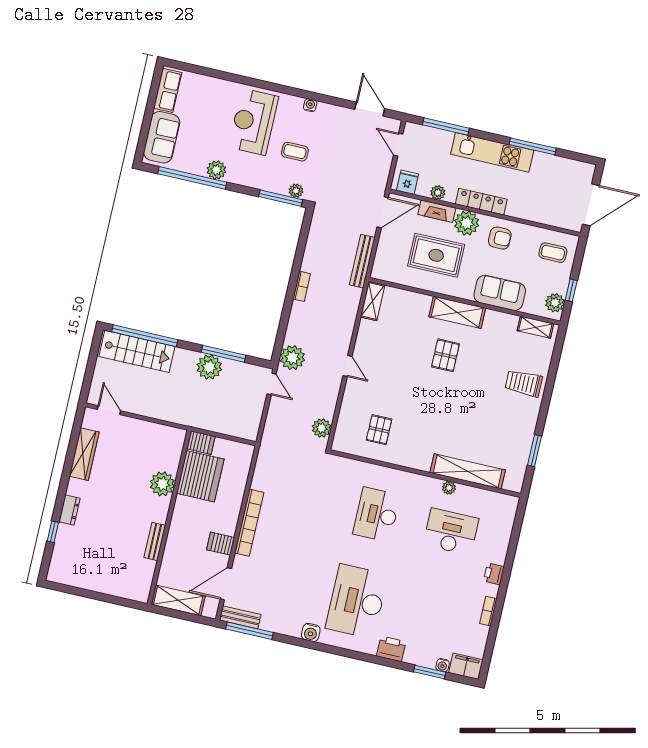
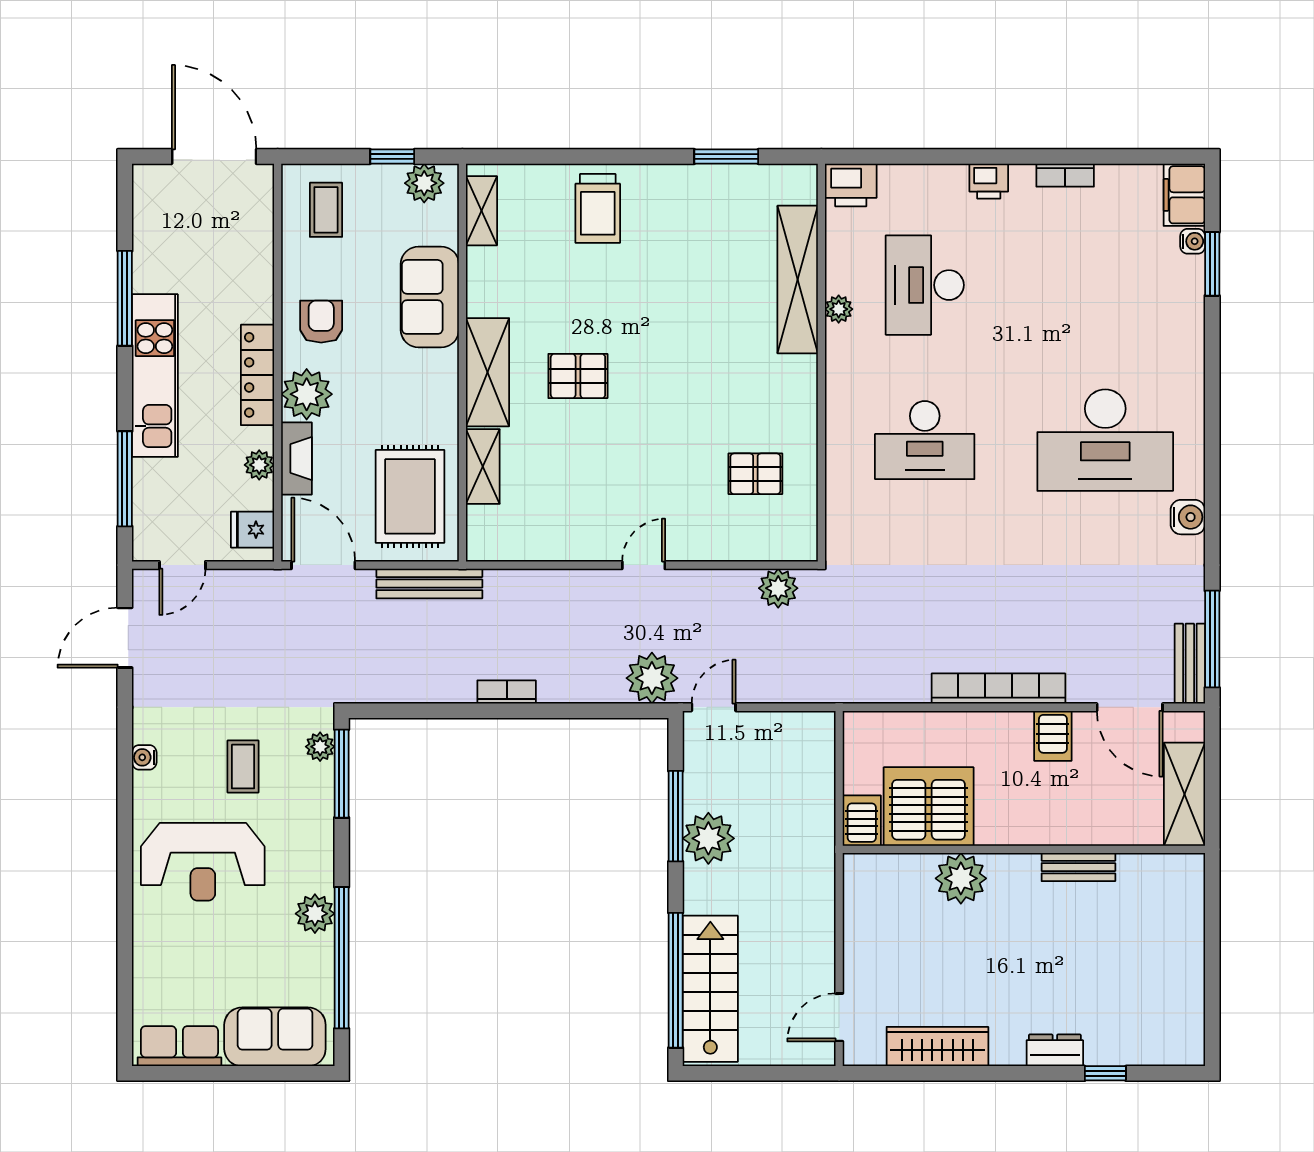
rug: (436, 255) -> (410, 496), moved
shelving: (373, 301) -> (483, 467), moved, turned 90
printer: (391, 649) -> (851, 185), moved, turned -90

